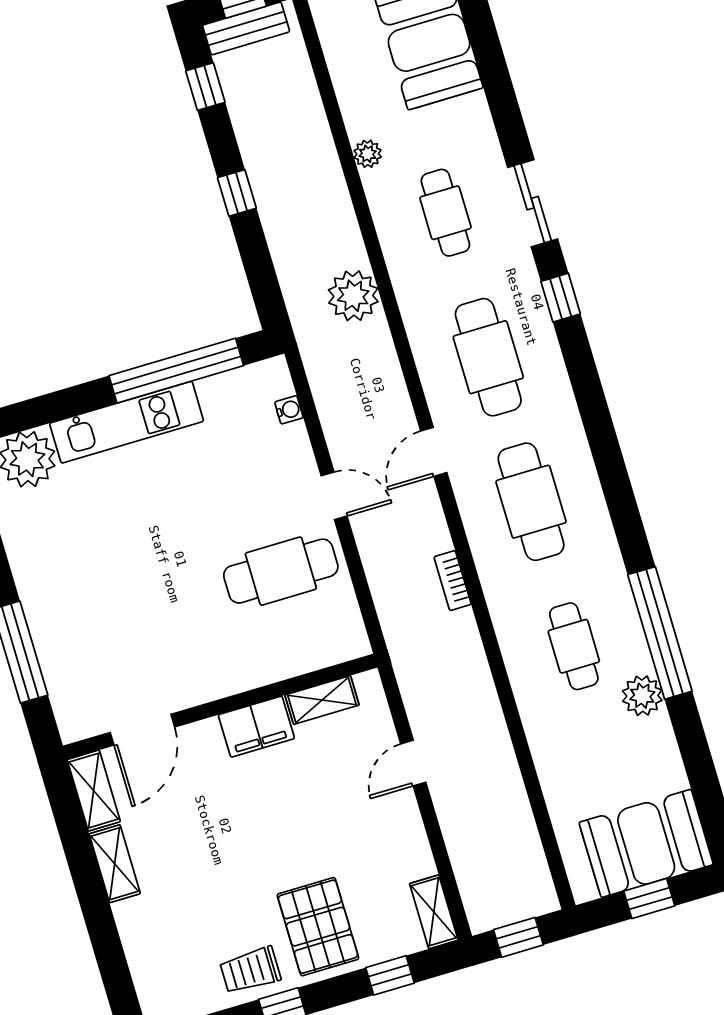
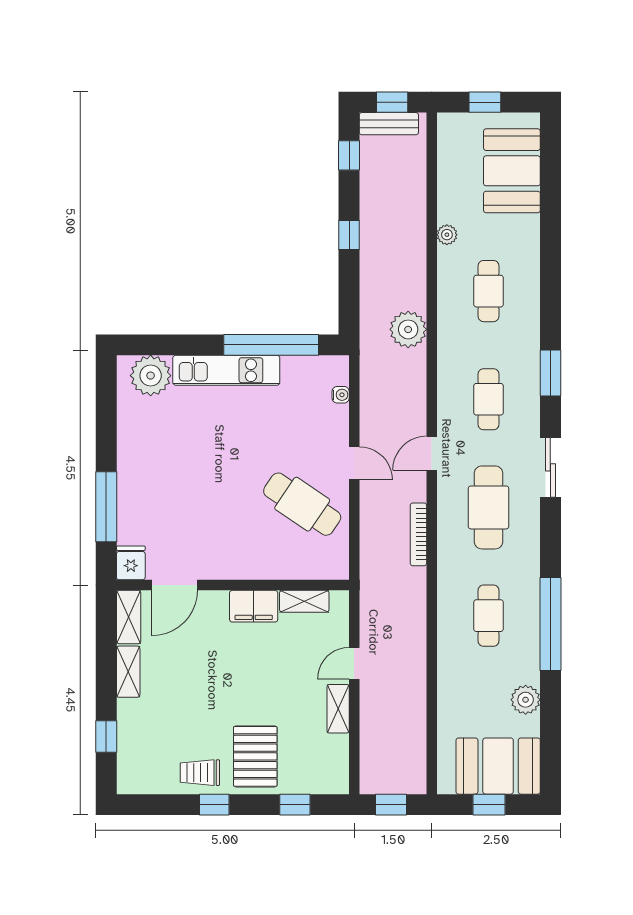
sliding door: (533, 203) -> (550, 467), moved
window: (561, 298) -> (550, 373), width x1.50
cafe table: (488, 357) -> (488, 399), width x0.73, depth x0.74
cafe table: (281, 571) -> (302, 504), turned 34
bookcase: (453, 581) -> (418, 534), width x1.56
plant: (642, 696) -> (526, 700), moved
fridge: (75, 717) -> (131, 563), added
shelving: (434, 912) -> (338, 709), moved
window: (111, 959) -> (106, 737), added

